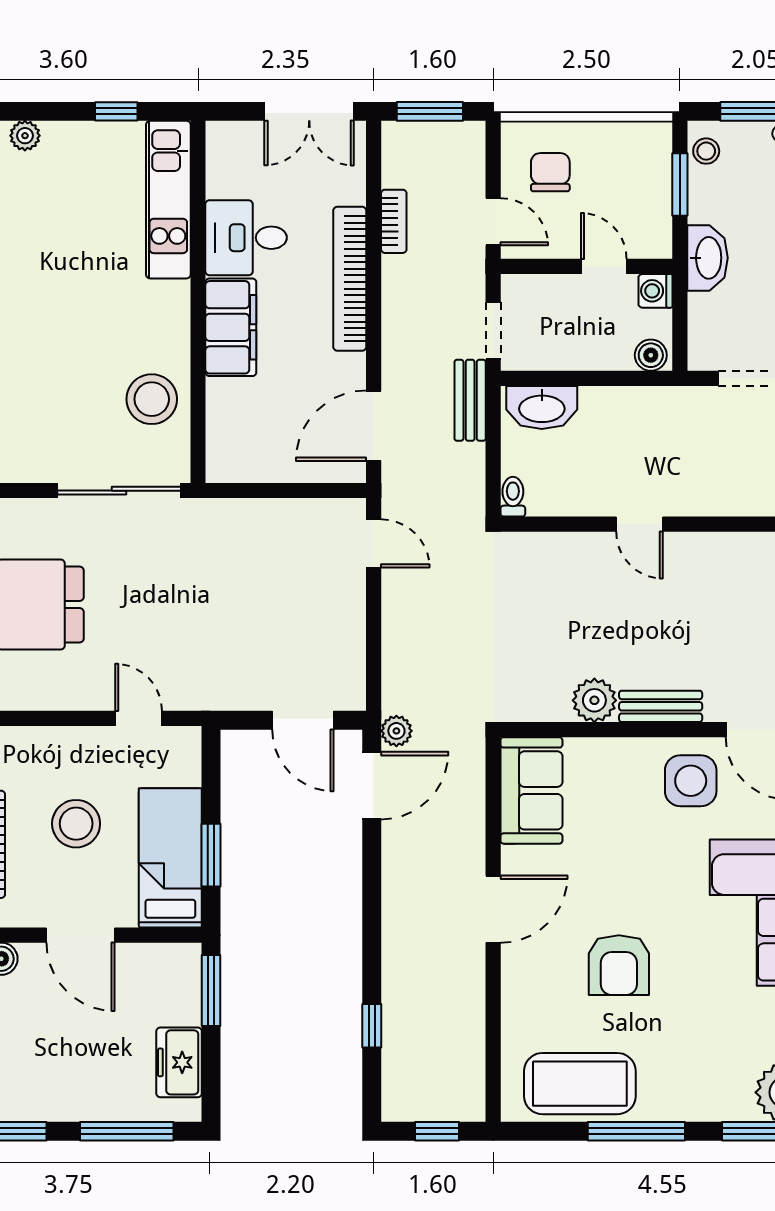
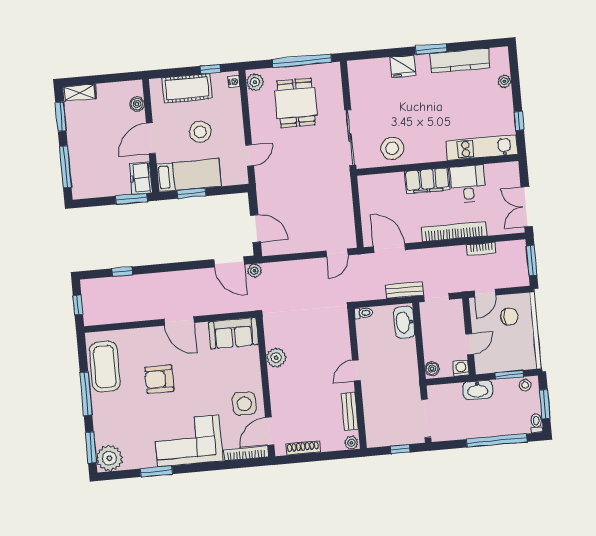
bench: (661, 706) -> (350, 411), moved
door: (303, 720) -> (255, 229), swing flipped
freezer: (179, 1062) -> (141, 178), moved, turned -90

